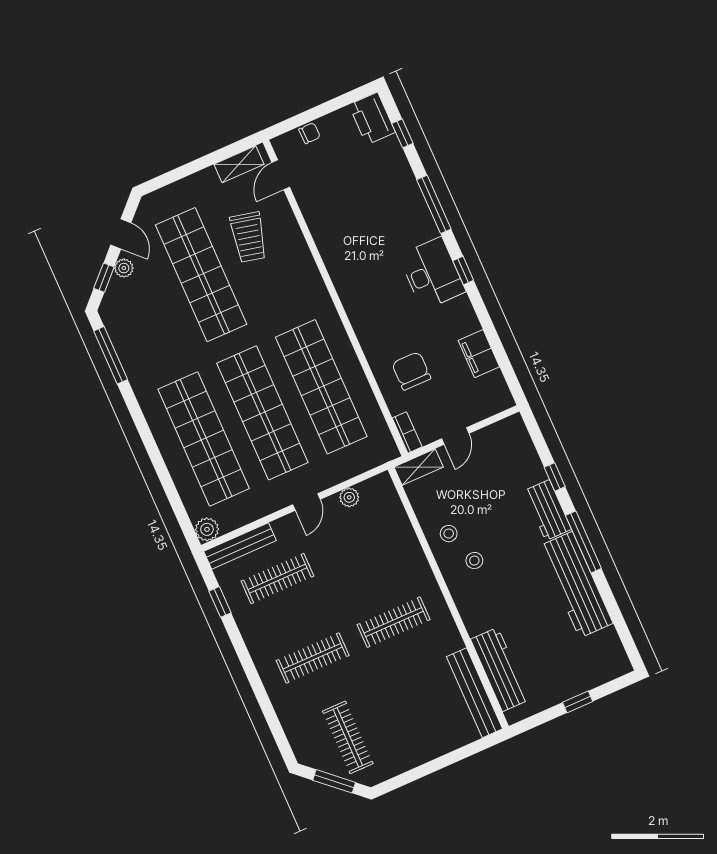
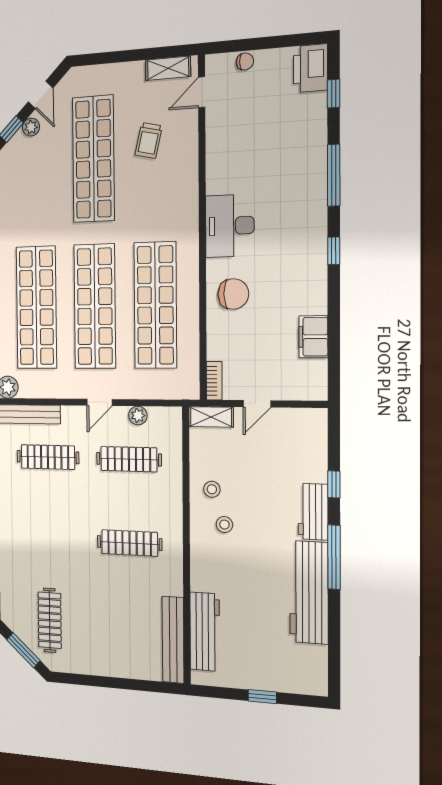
trolley: (249, 237) -> (149, 141), width x0.73, depth x0.72
desk: (432, 273) -> (230, 226), moved, turned 180
chair: (411, 371) -> (233, 294), moved, turned 90
clothes rail: (313, 658) -> (129, 459), moved

